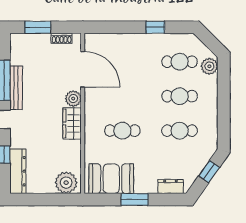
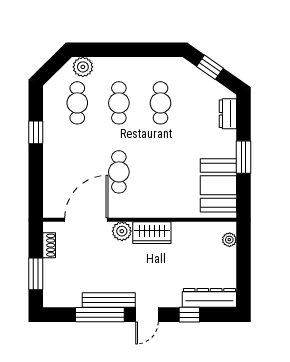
cafe table: (122, 131) -> (119, 172), moved
plant: (66, 183) -> (229, 240), width x0.53, depth x0.53

